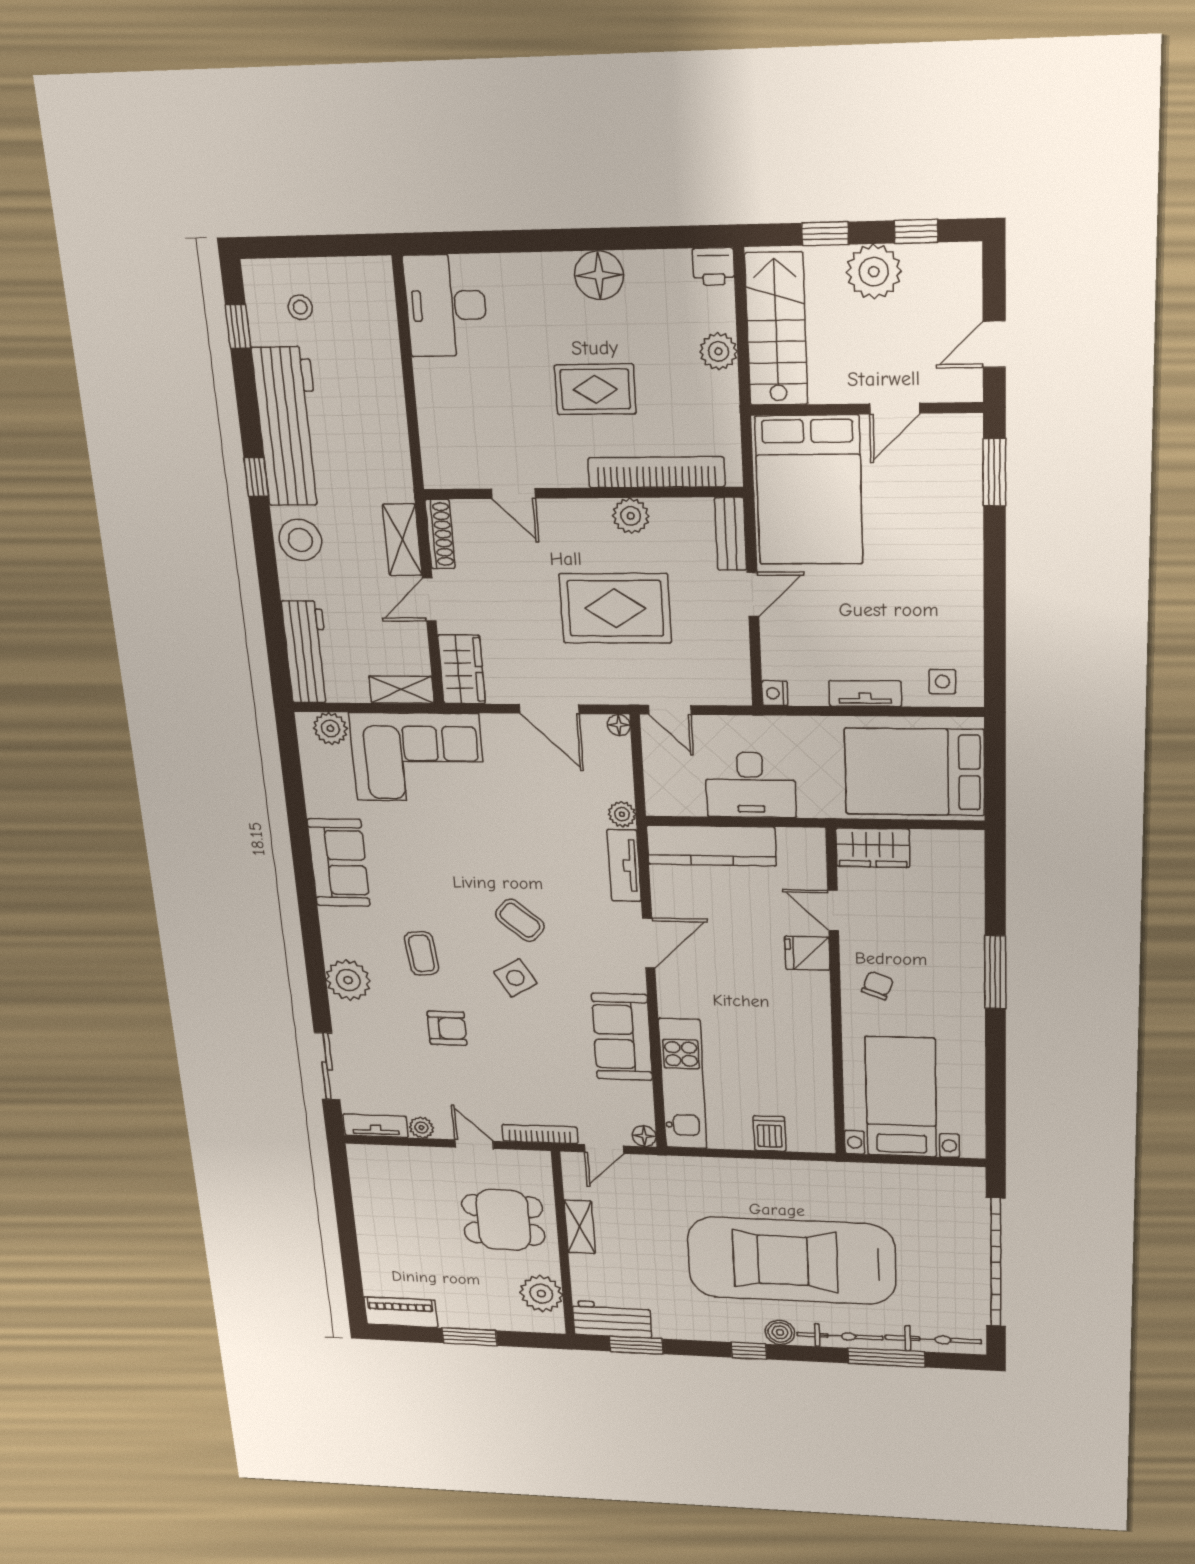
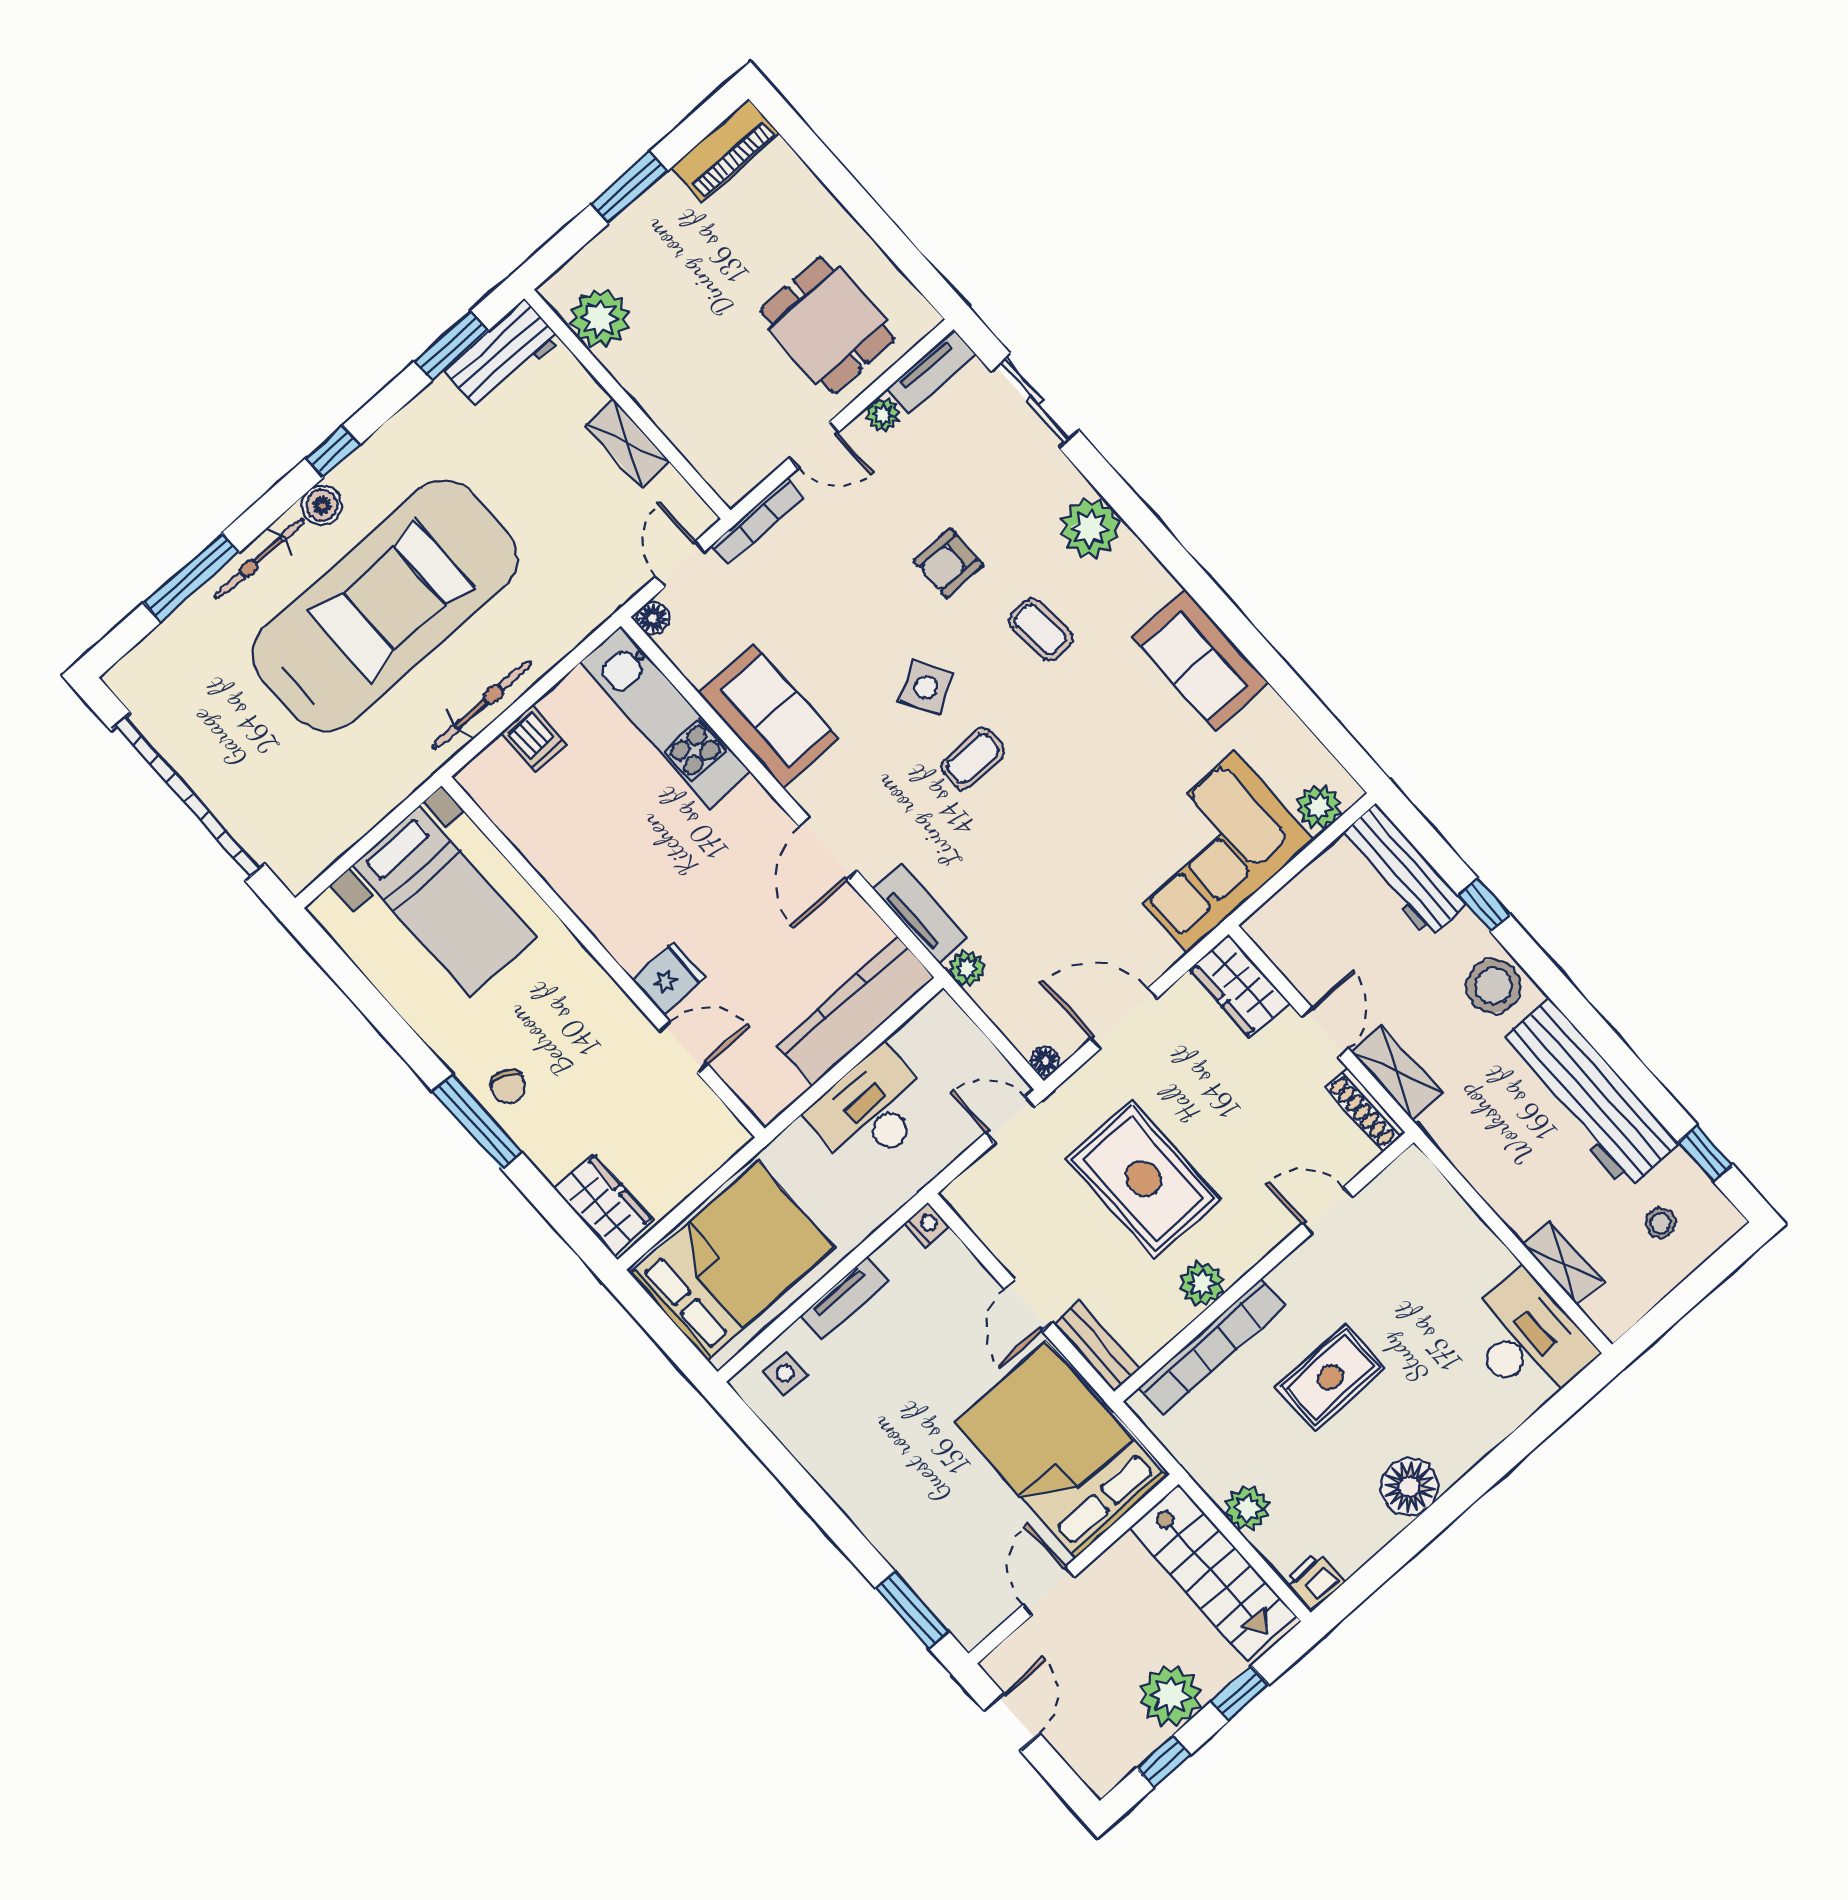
window: (256, 477) -> (1484, 905), moved
rug: (615, 608) -> (1143, 1179), turned 90
shelving: (401, 690) -> (1563, 1263), moved, turned 90
wardrobe: (873, 848) -> (604, 1205), moved, turned 90
coffee table: (520, 920) -> (973, 758), turned -41
chair: (878, 985) -> (508, 1086), moved
dining table: (503, 1220) -> (827, 325), moved, turned 90
bicycle: (933, 1339) -> (482, 705), moved, turned 180

